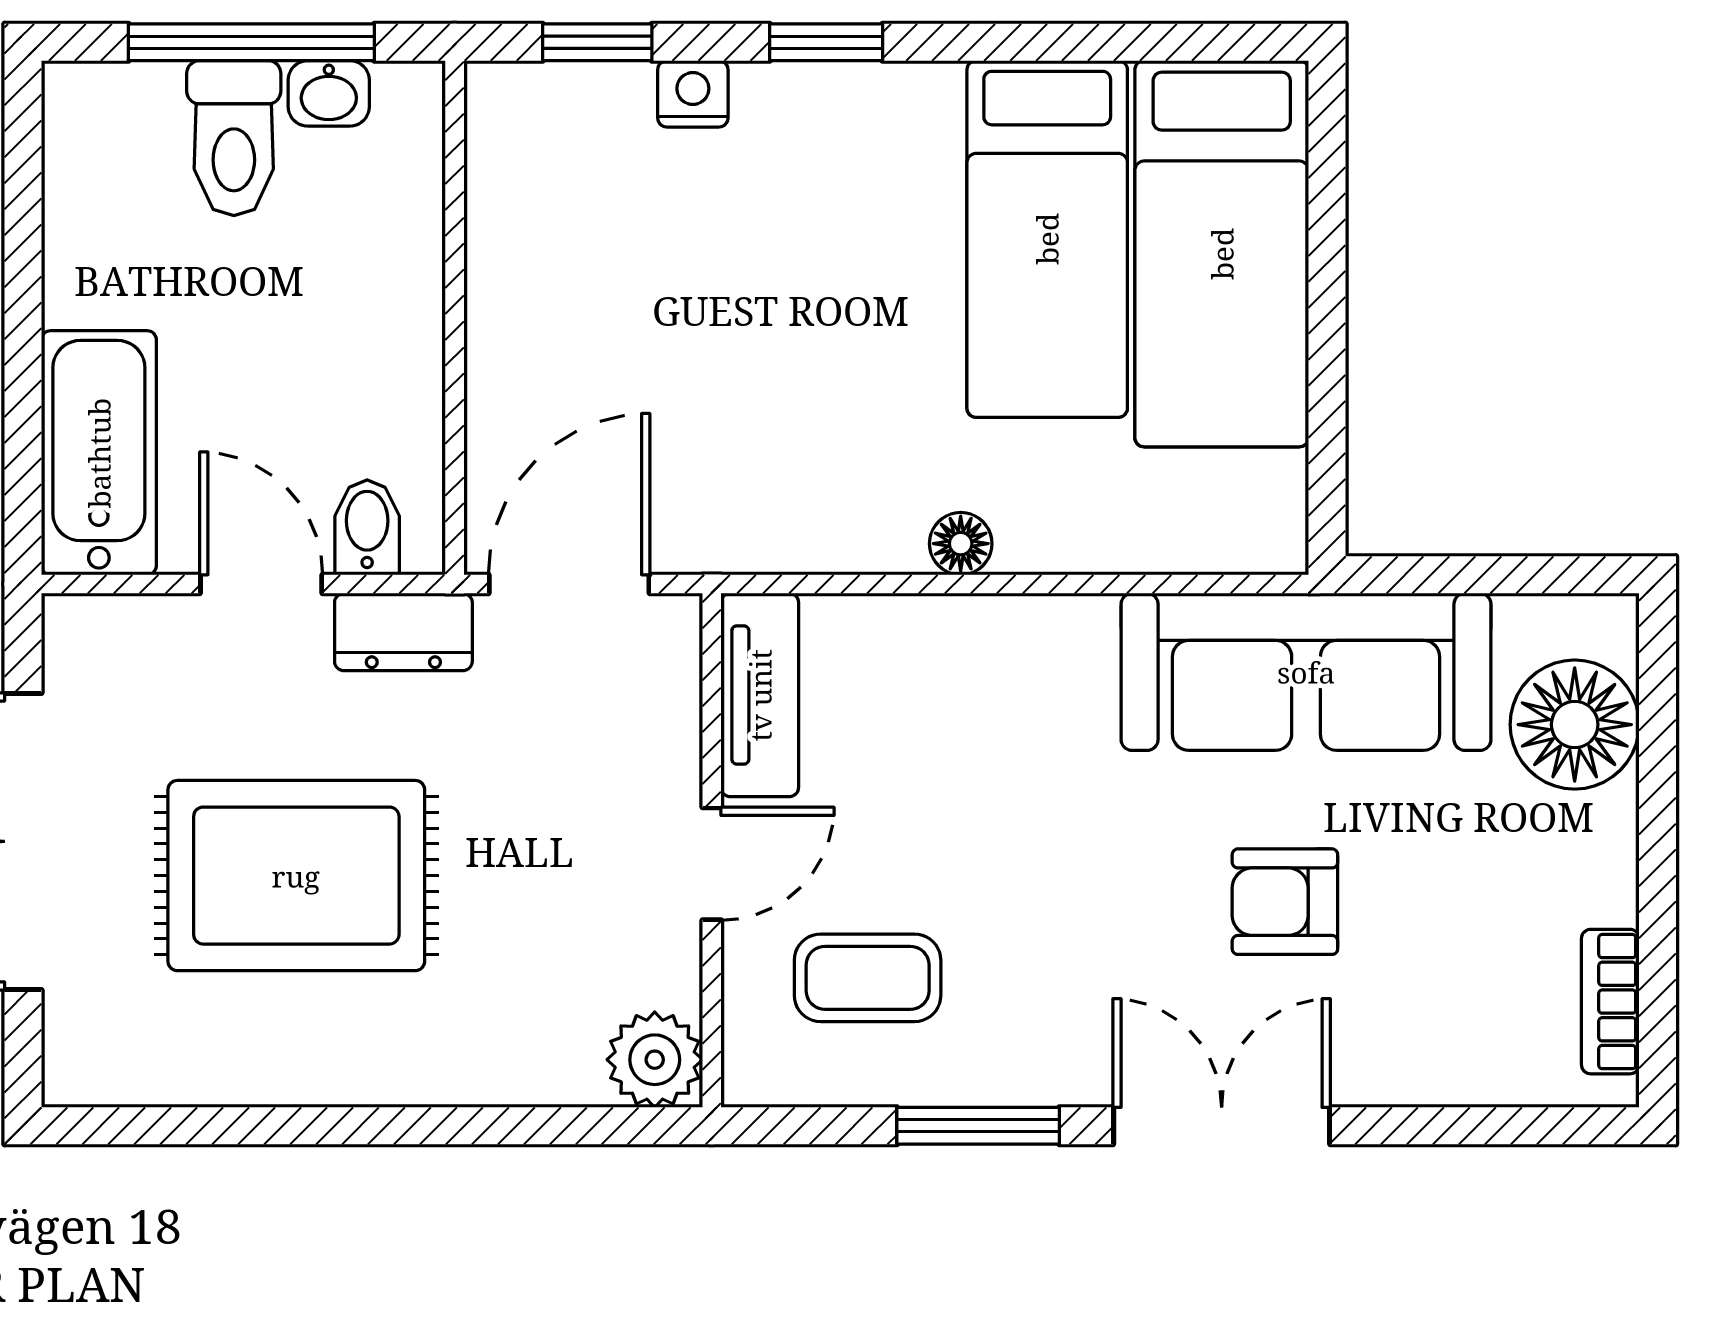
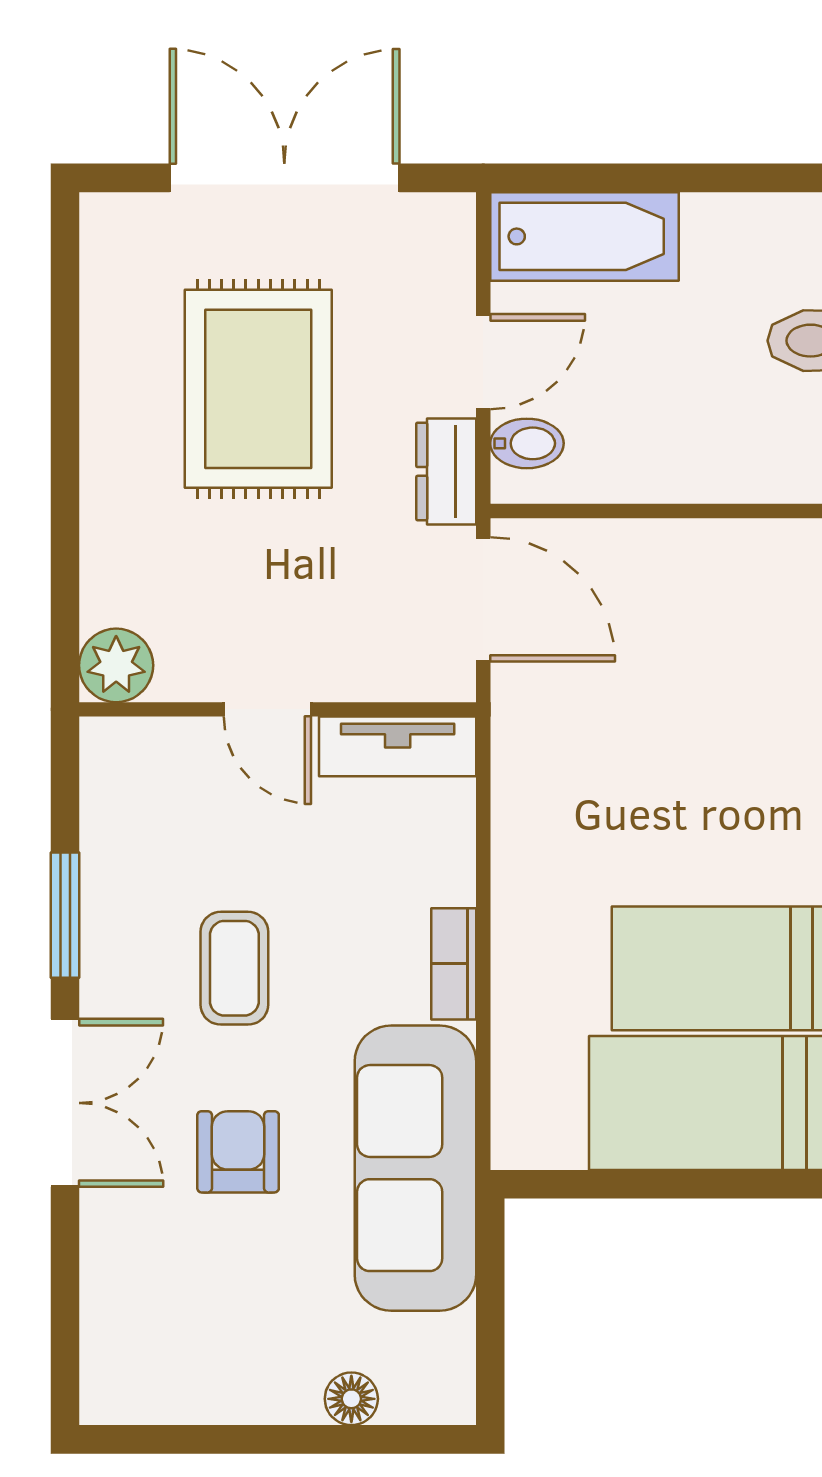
floor lamp: (961, 544) -> (514, 902), removed
floor lamp: (1575, 725) -> (351, 1399), width x0.53, depth x0.53
coffee table: (868, 978) -> (234, 968), moved
bookcase: (1610, 1002) -> (454, 964), moved, turned -90

